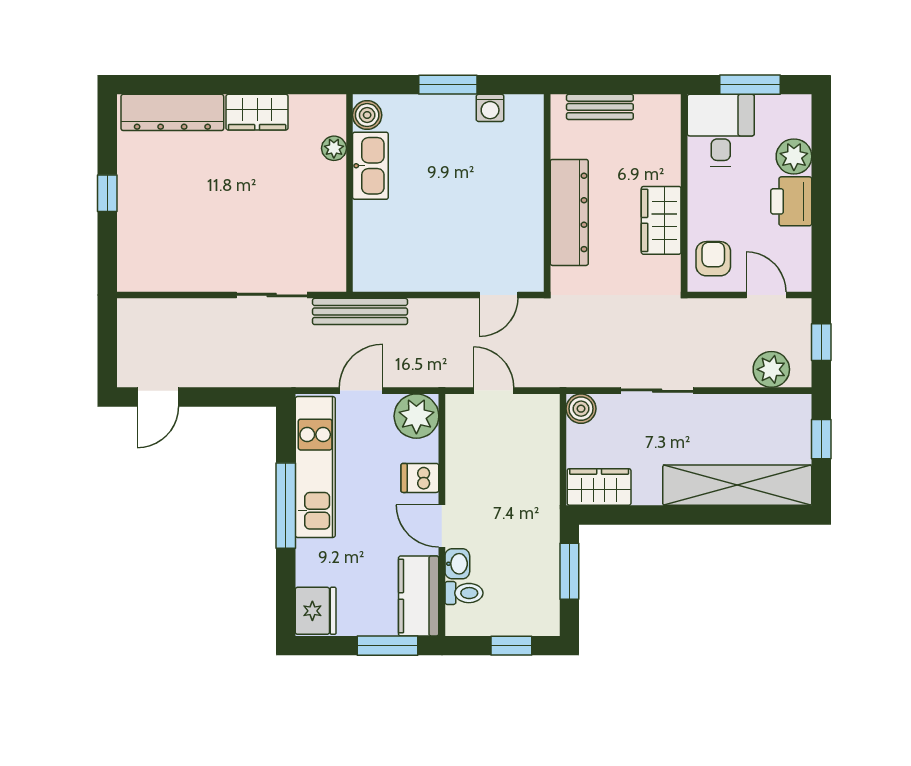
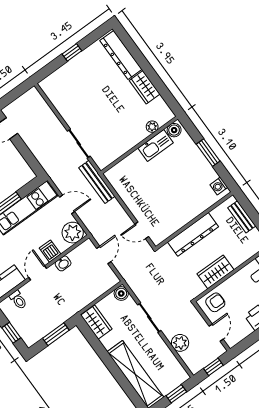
washing machine: (490, 108) -> (219, 186), moved
plant: (771, 369) -> (180, 343), moved
washbasin: (457, 564) -> (63, 263), moved

